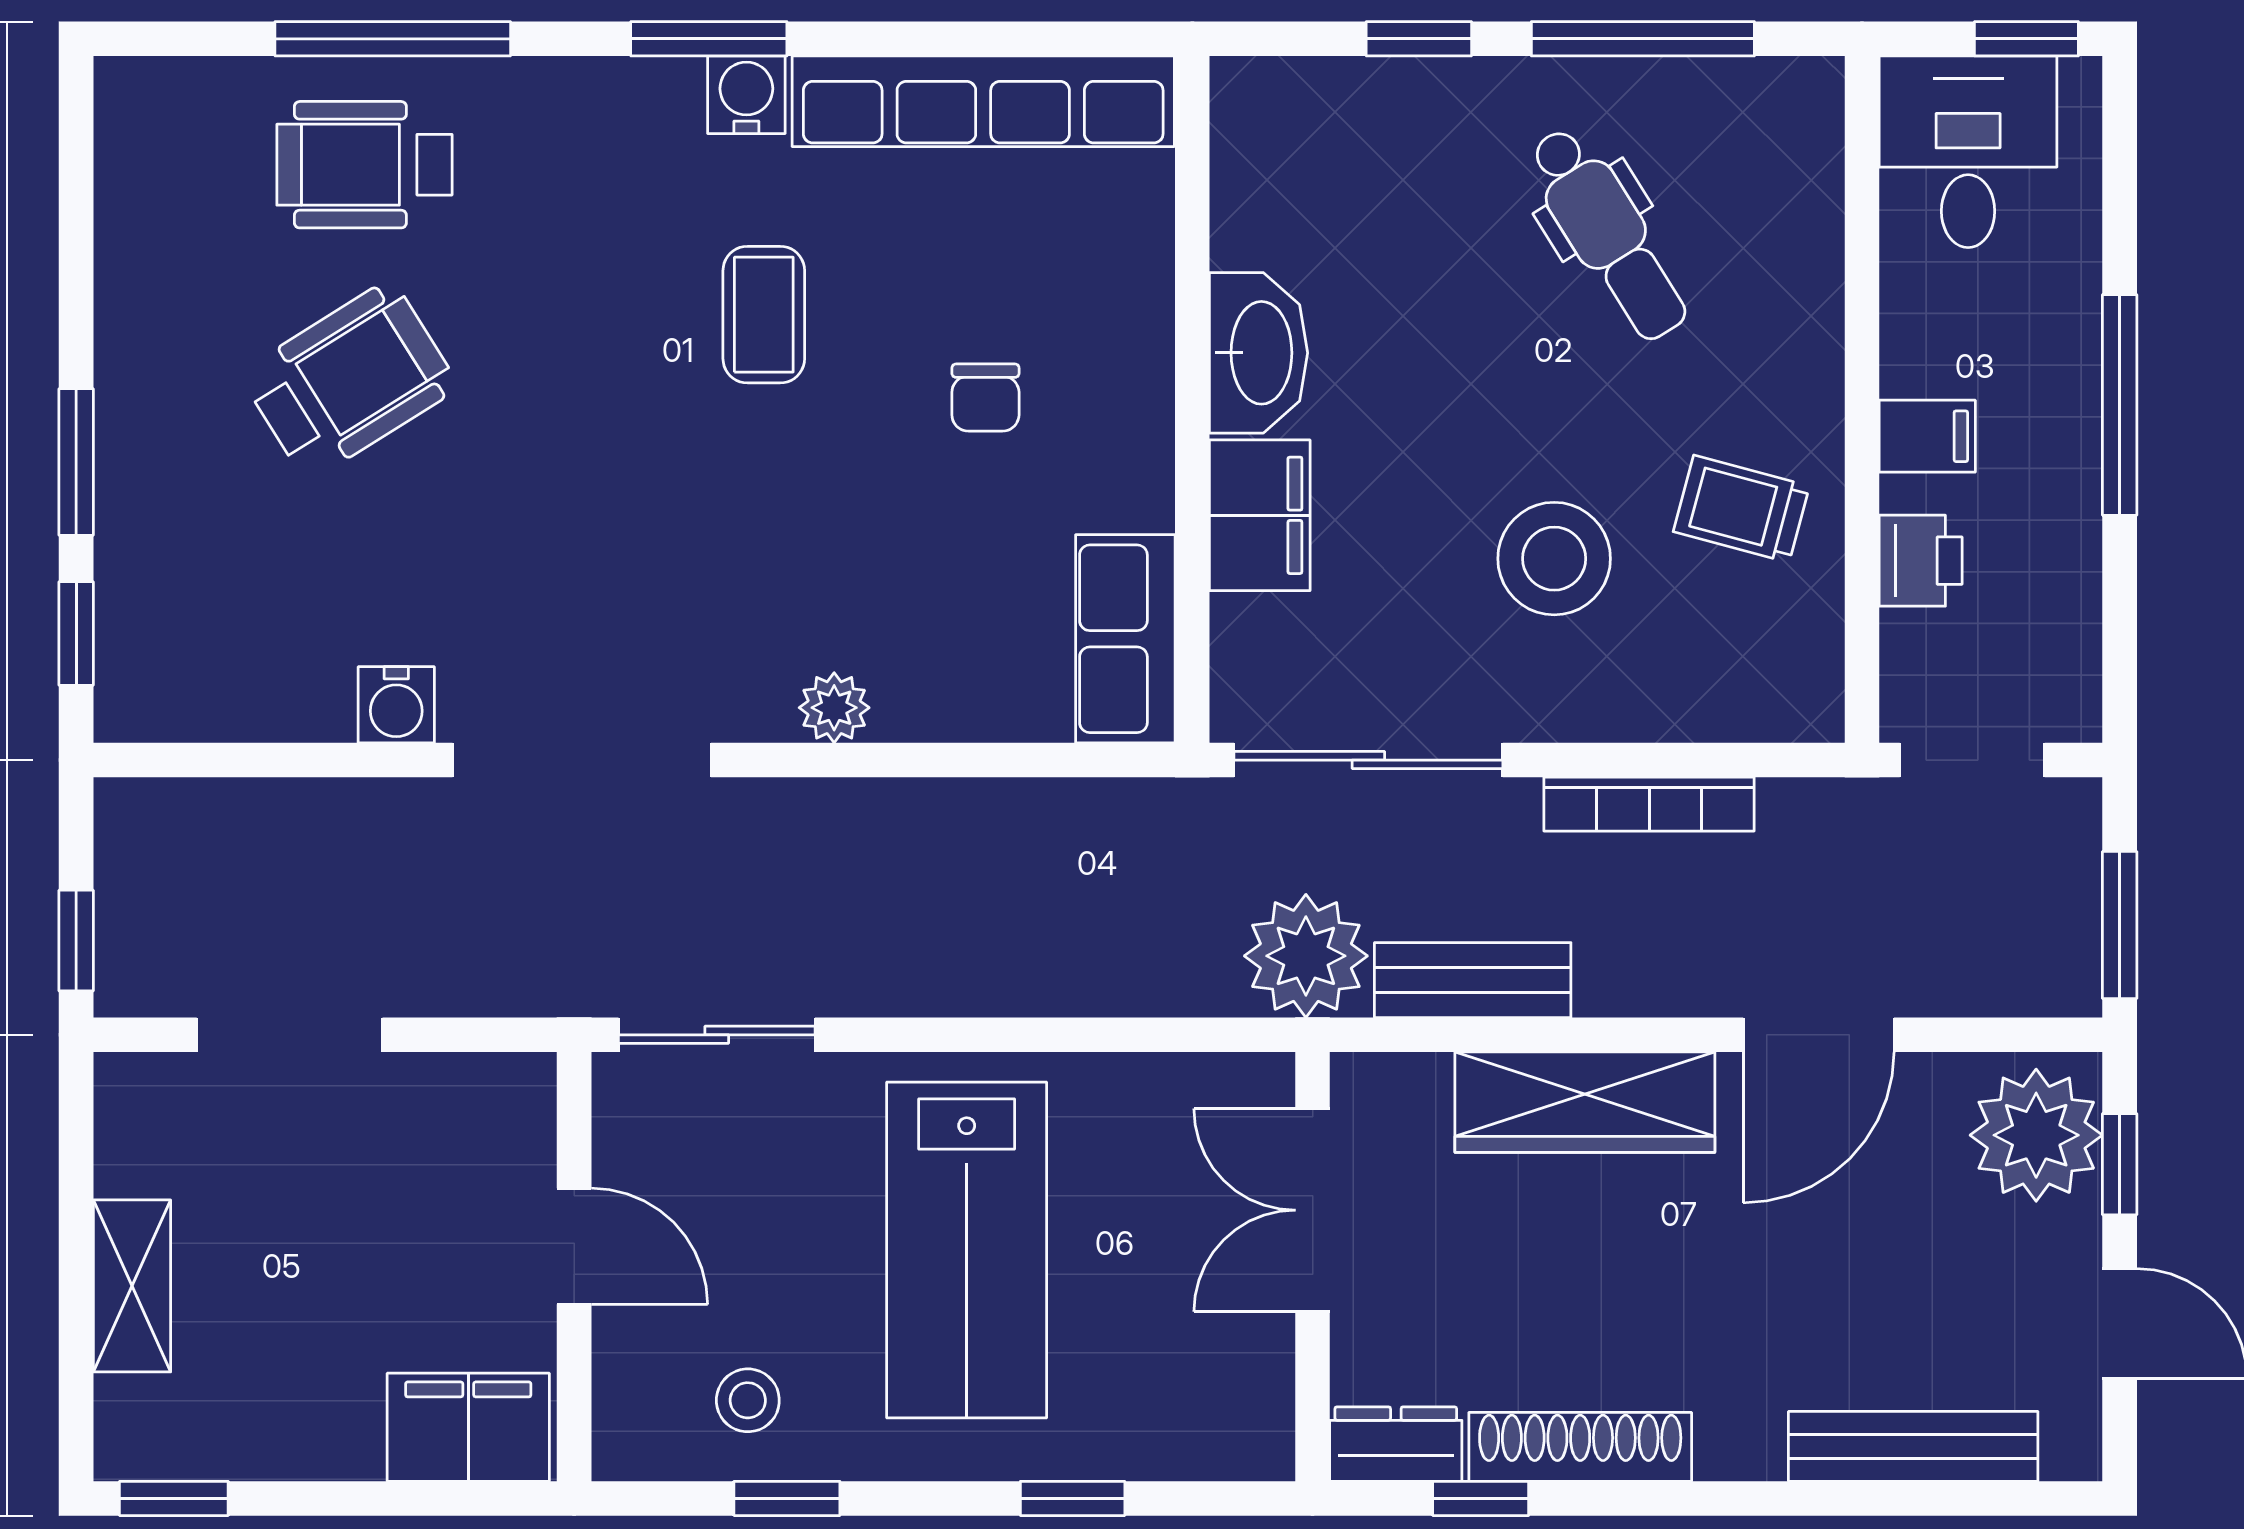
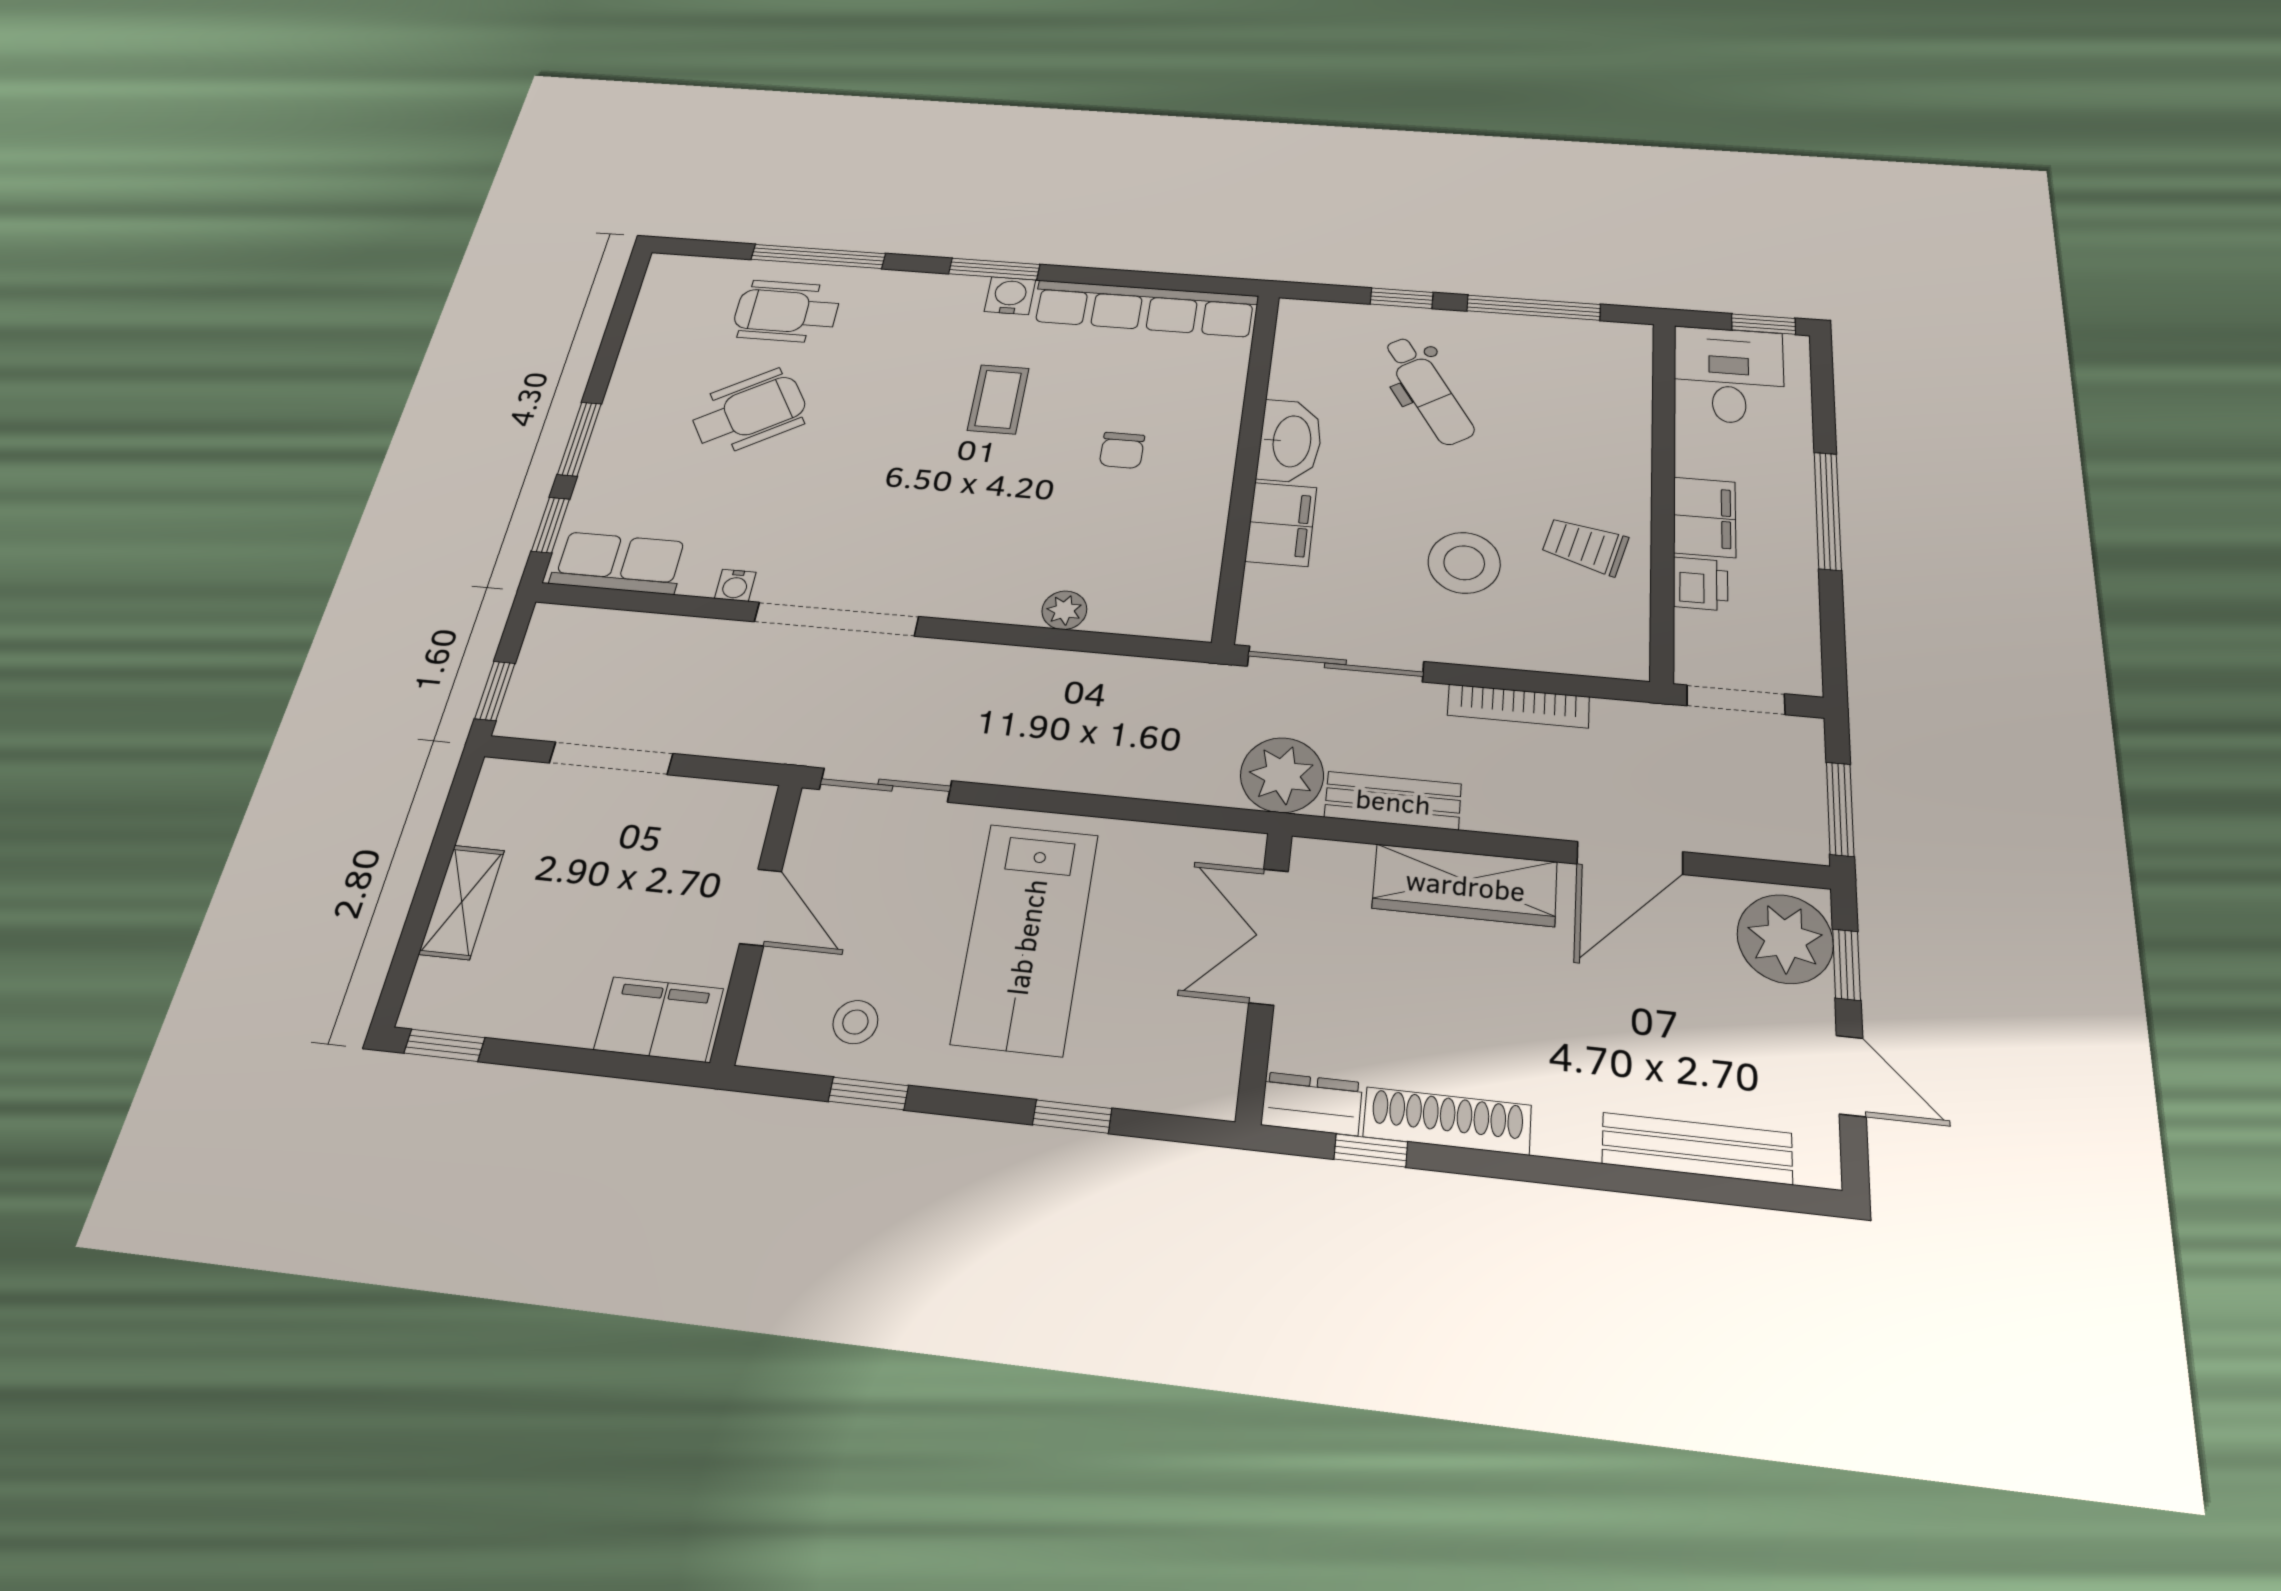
dental chair: (1608, 234) -> (1428, 390), moved
filing cabinet: (1927, 436) -> (1705, 517), width x2.00
row of seats: (1125, 639) -> (619, 563), moved, turned 90
water cooler: (396, 705) -> (735, 585), width x0.72, depth x0.72
plant: (834, 708) -> (1064, 610), moved

